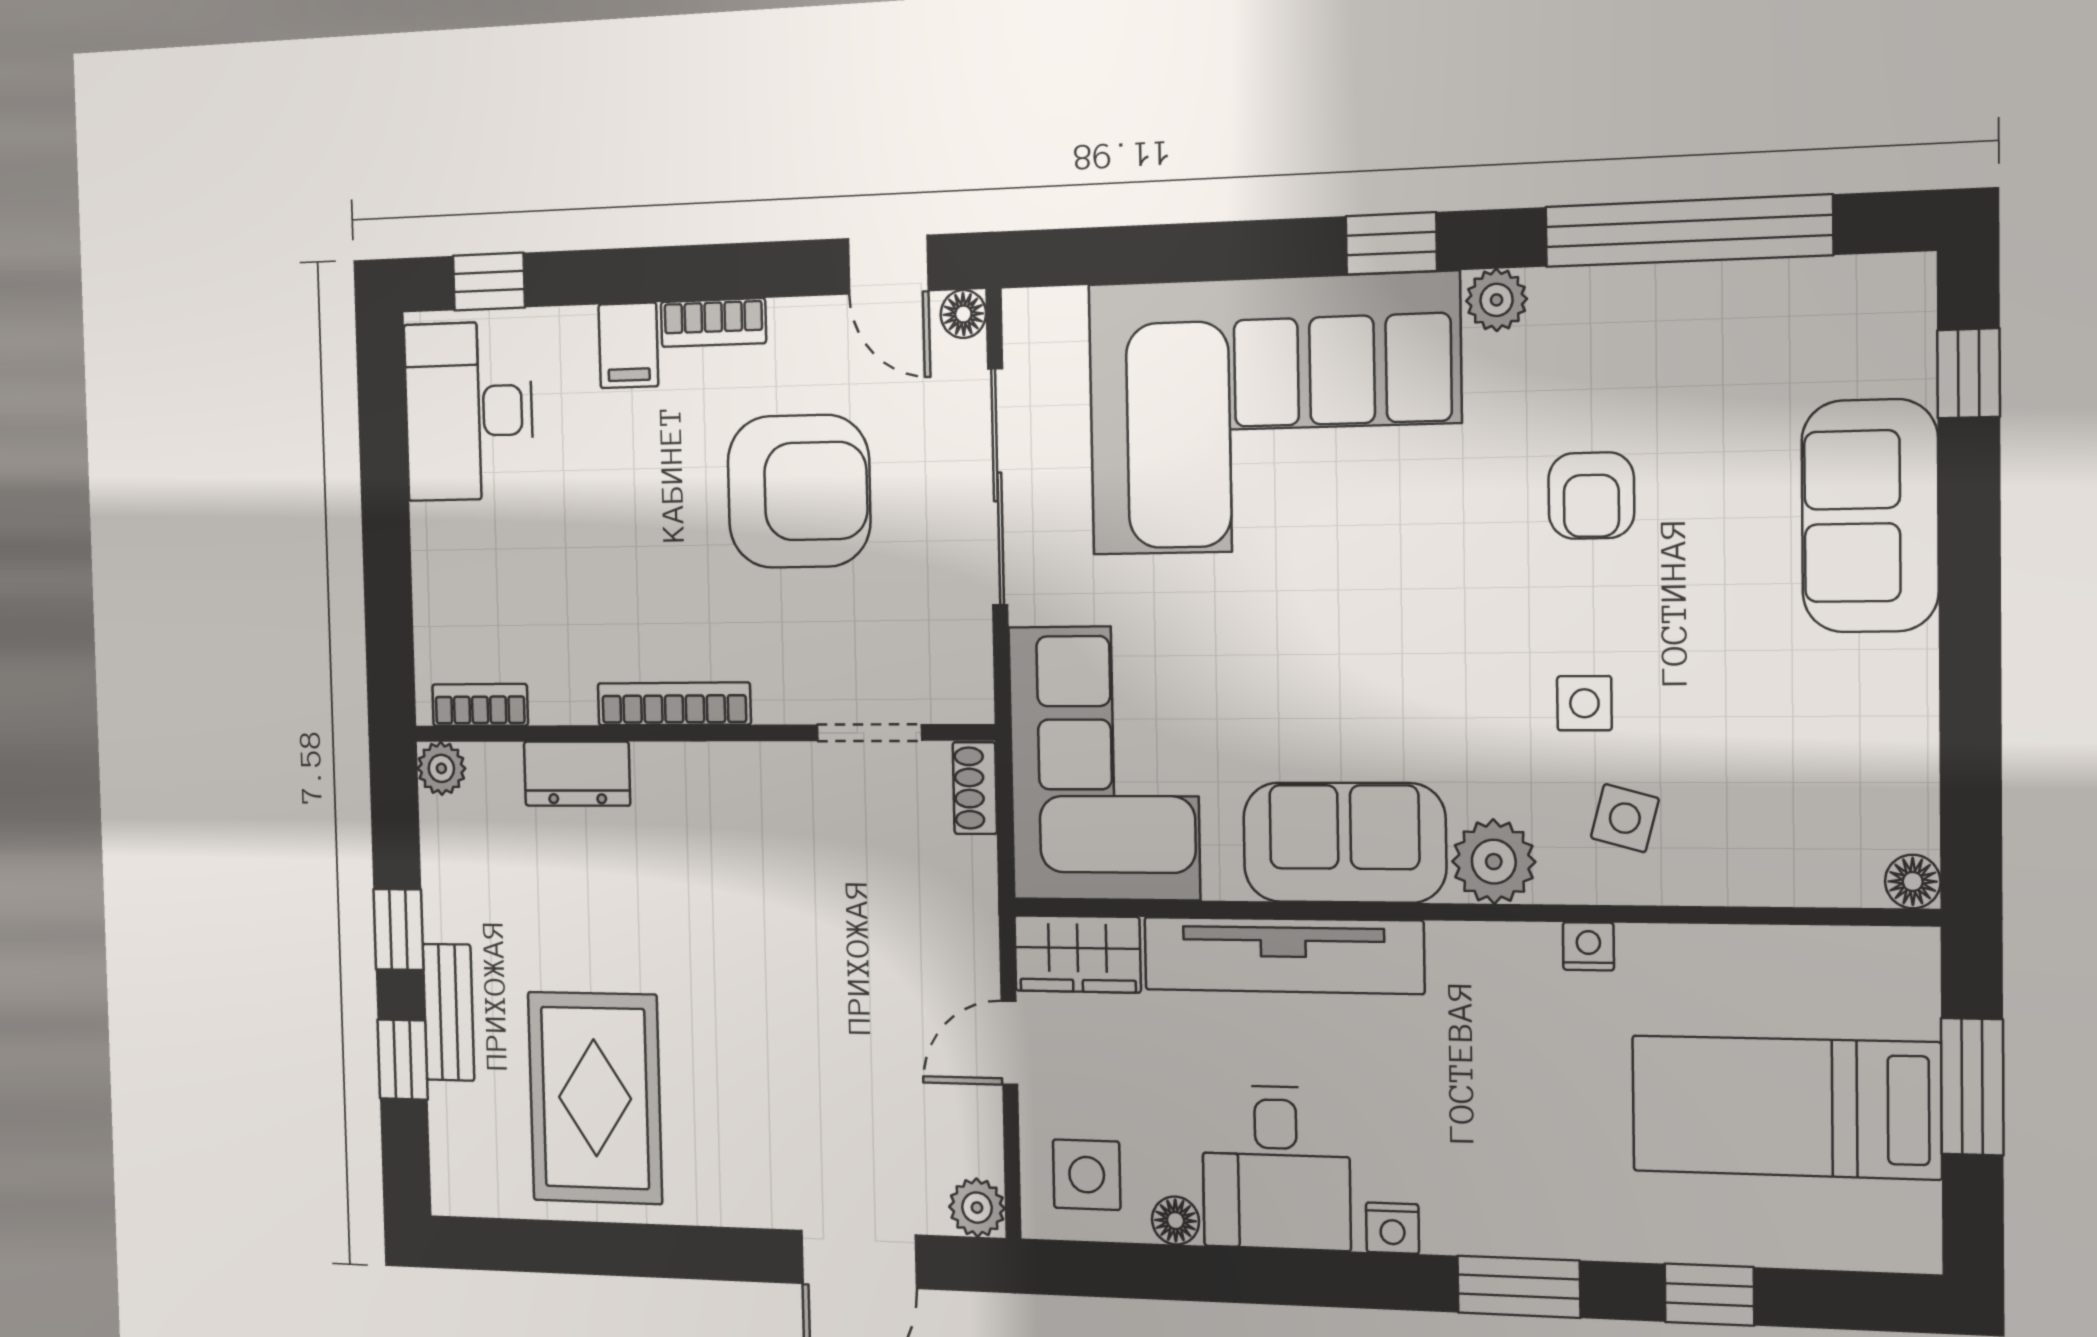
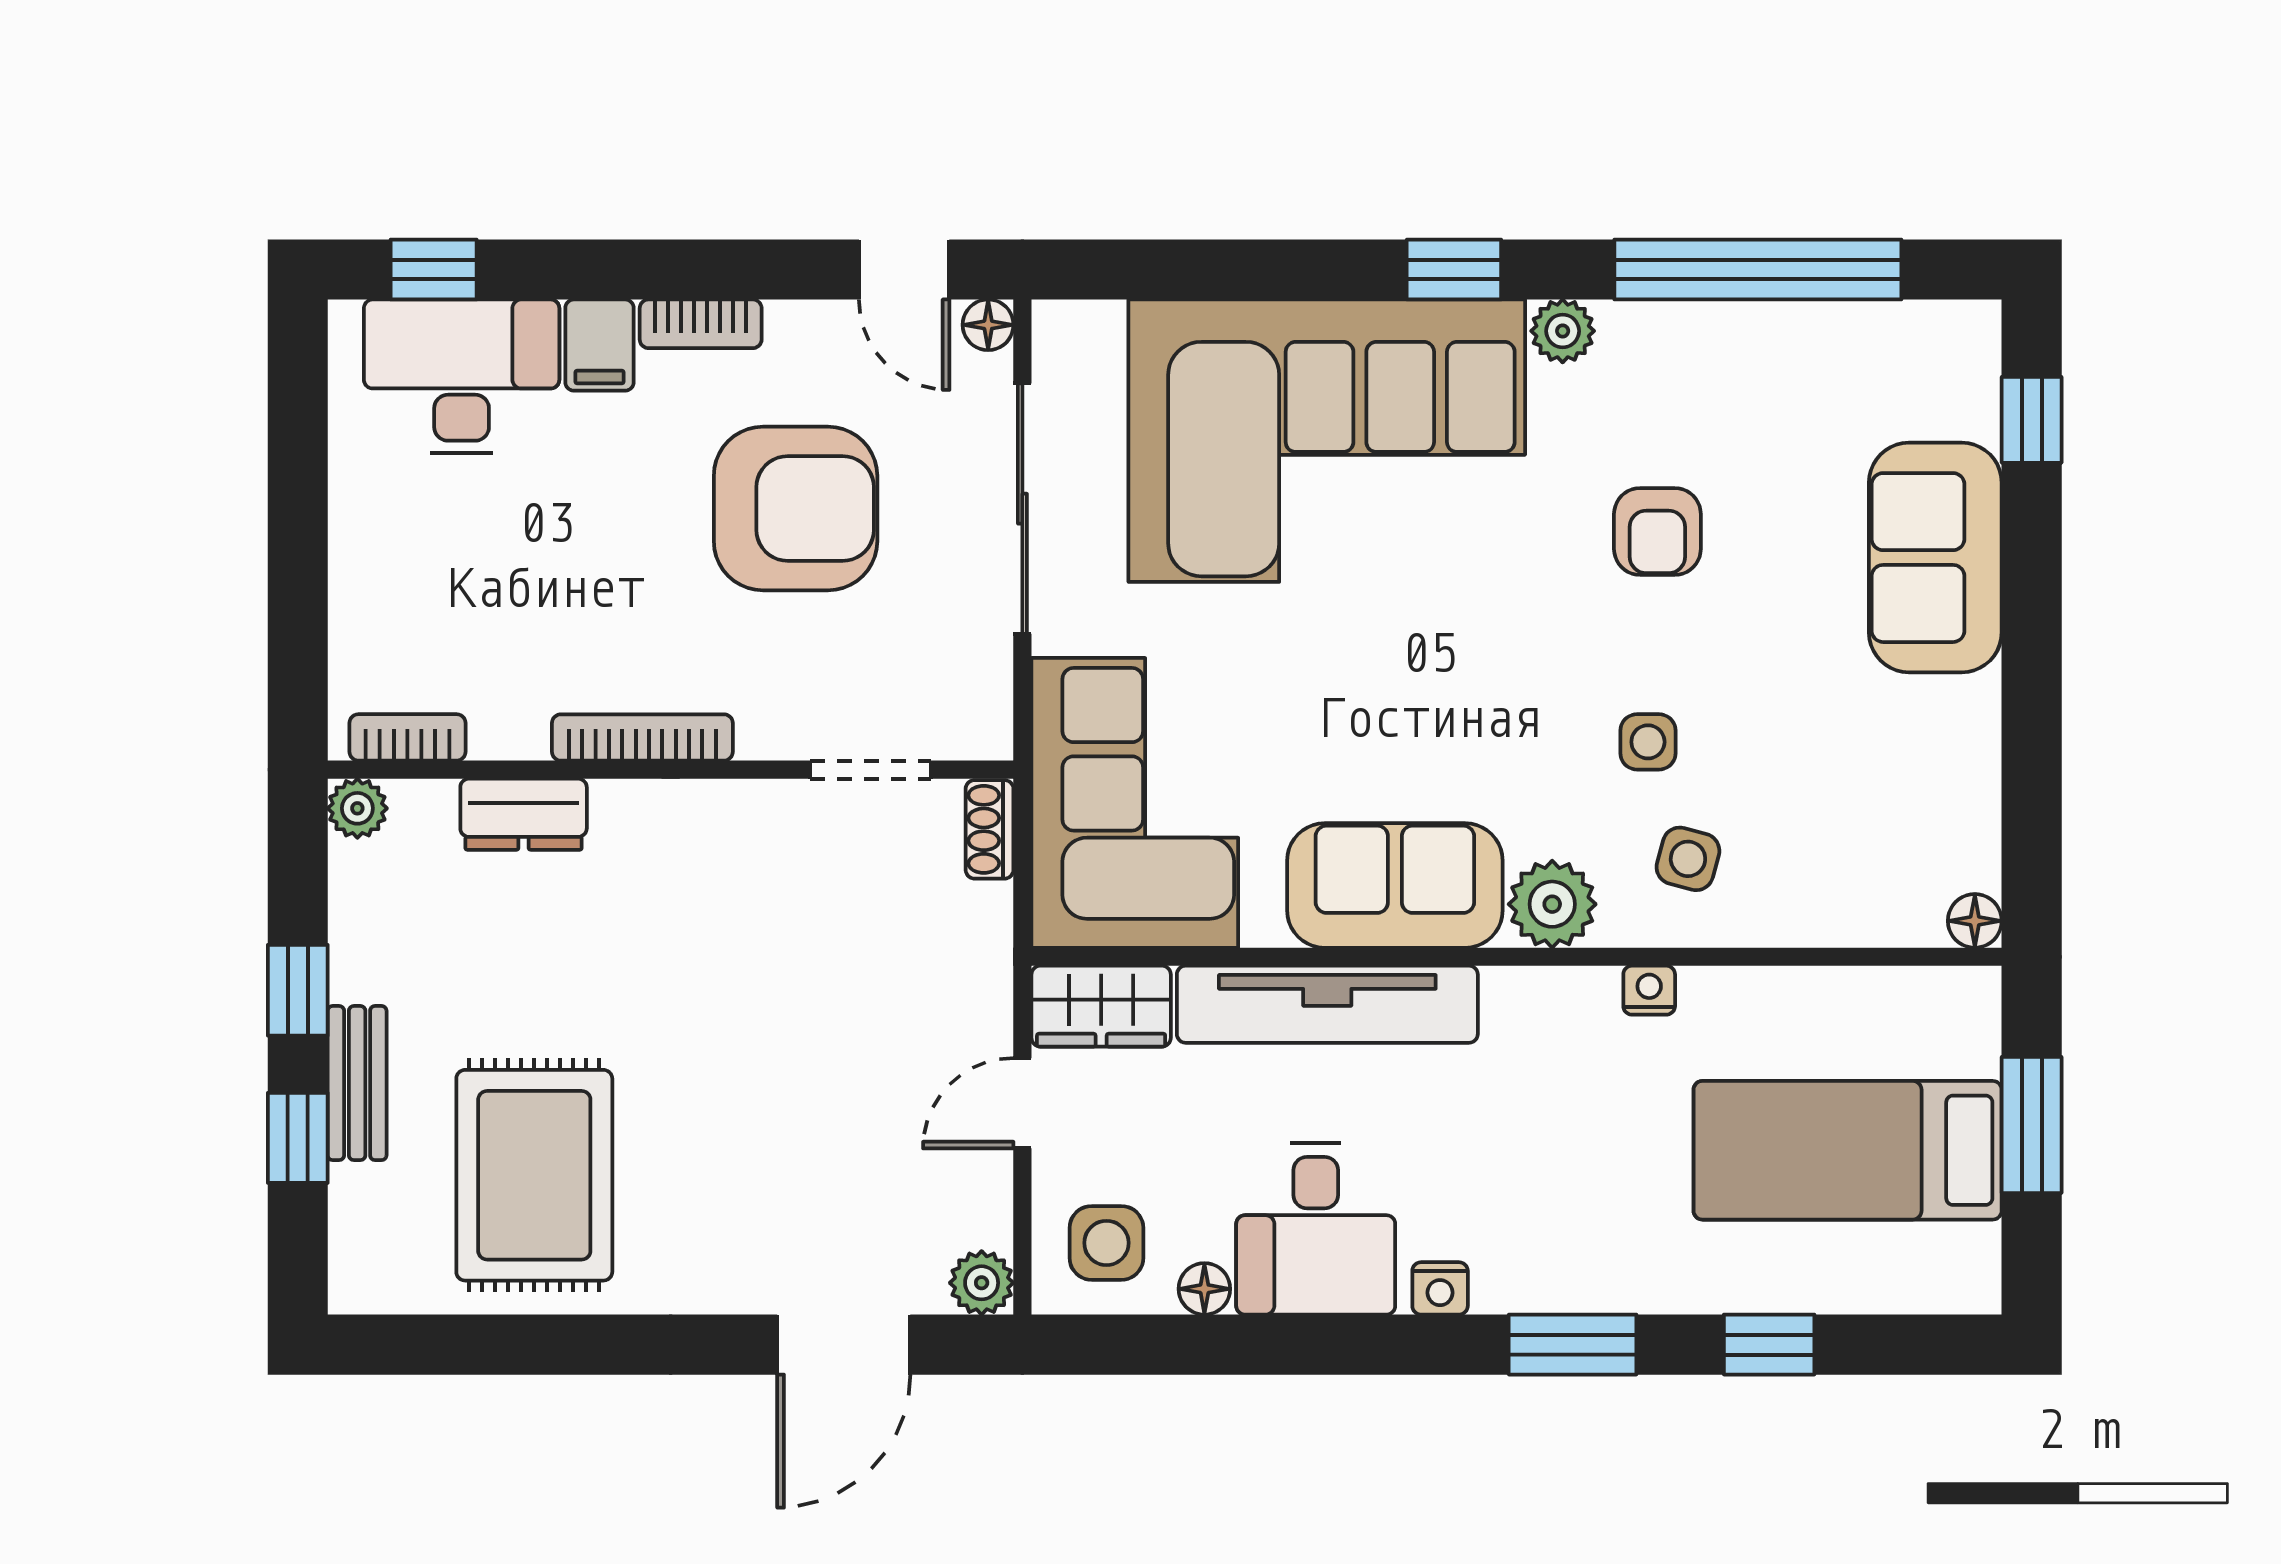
desk: (469, 411) -> (462, 376), moved, turned 90

